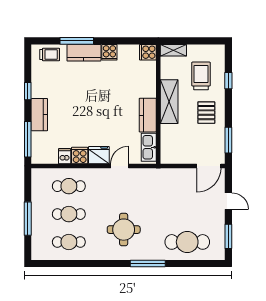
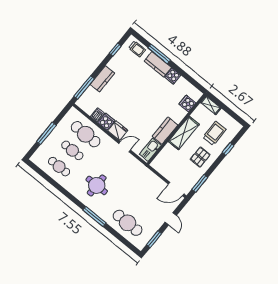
cooker: (148, 52) -> (187, 104), moved
window: (28, 91) -> (115, 50), moved
cafe table: (69, 186) -> (86, 134), width x1.37, depth x1.35

